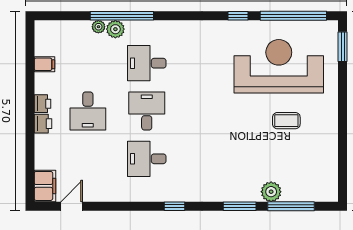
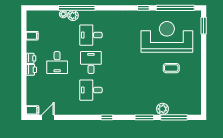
filing cabinet: (45, 186) -> (32, 110), width x0.50

